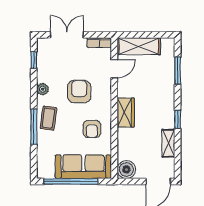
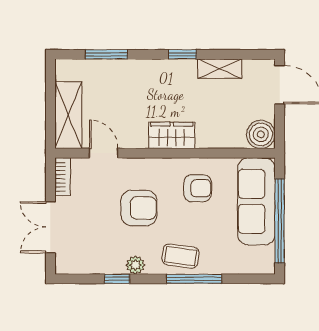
window: (34, 60) -> (117, 279), moved
armchair: (79, 91) -> (139, 208), turned 180

